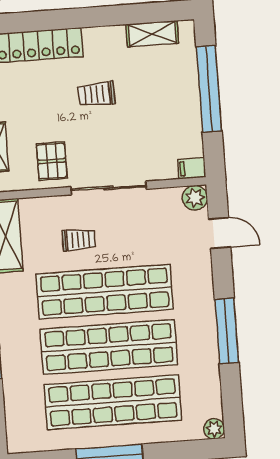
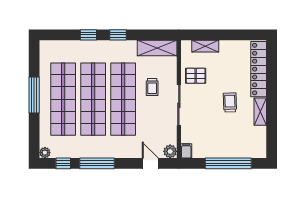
shelving: (152, 34) -> (260, 112), moved
door: (220, 233) -> (150, 163), swing flipped
window: (231, 393) -> (63, 163), added

